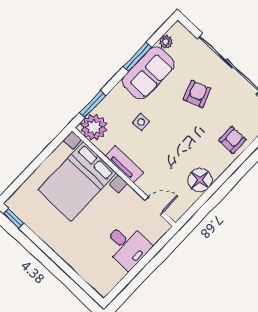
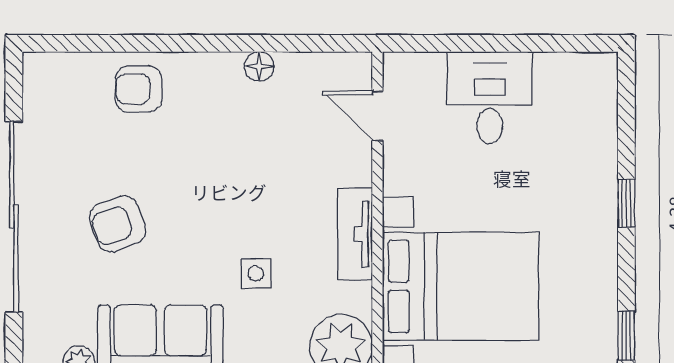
floor lamp: (200, 180) -> (259, 66), width x0.53, depth x0.53
window: (54, 257) -> (626, 203), added

